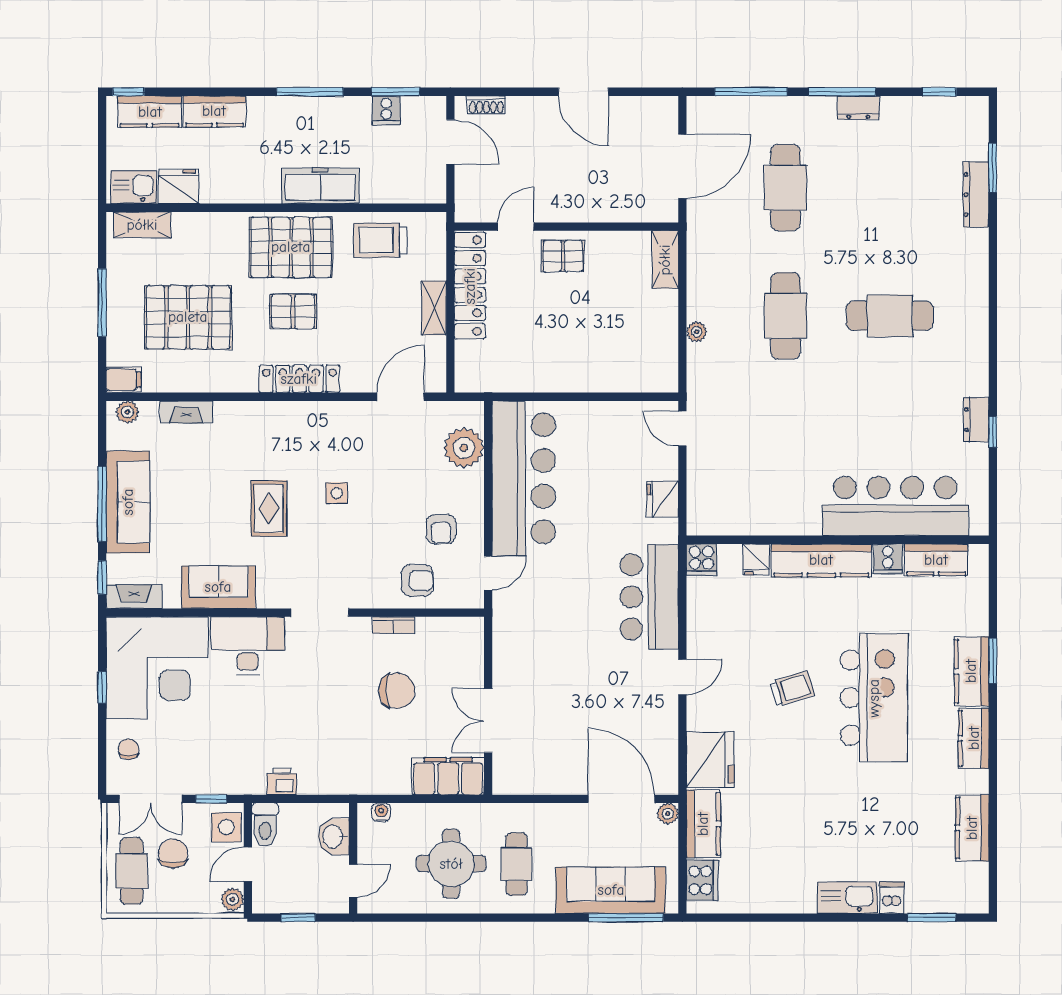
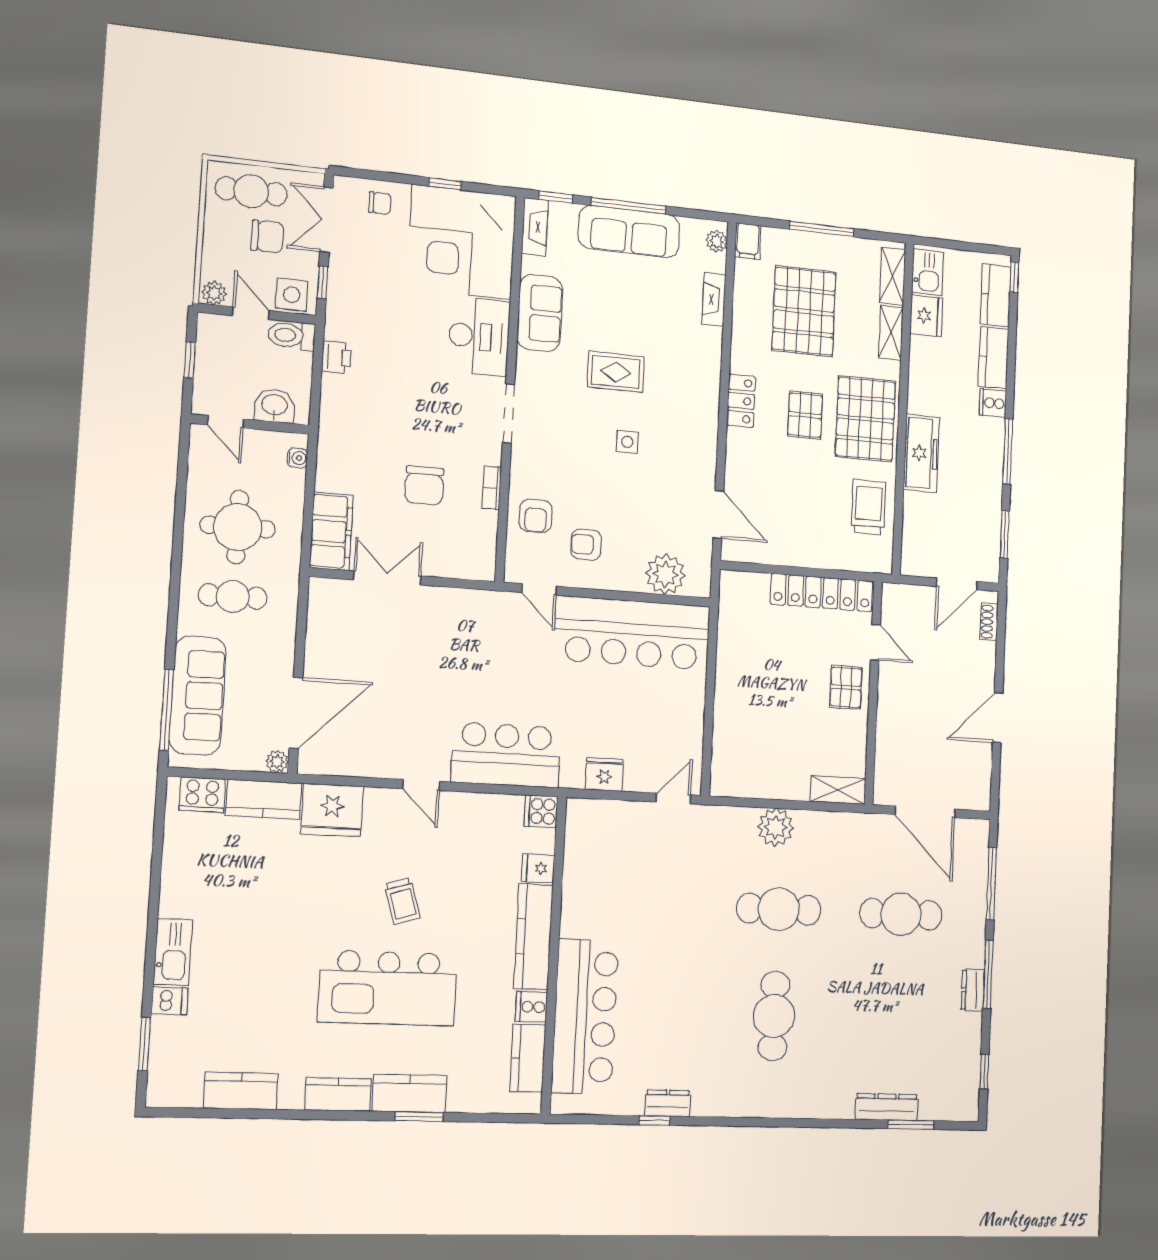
cooker: (386, 110) -> (993, 403), moved
shelving: (434, 308) -> (891, 333), moved, turned 90
plant: (697, 332) -> (776, 827), width x1.88, depth x1.88
locker: (299, 379) -> (741, 401), width x0.66

